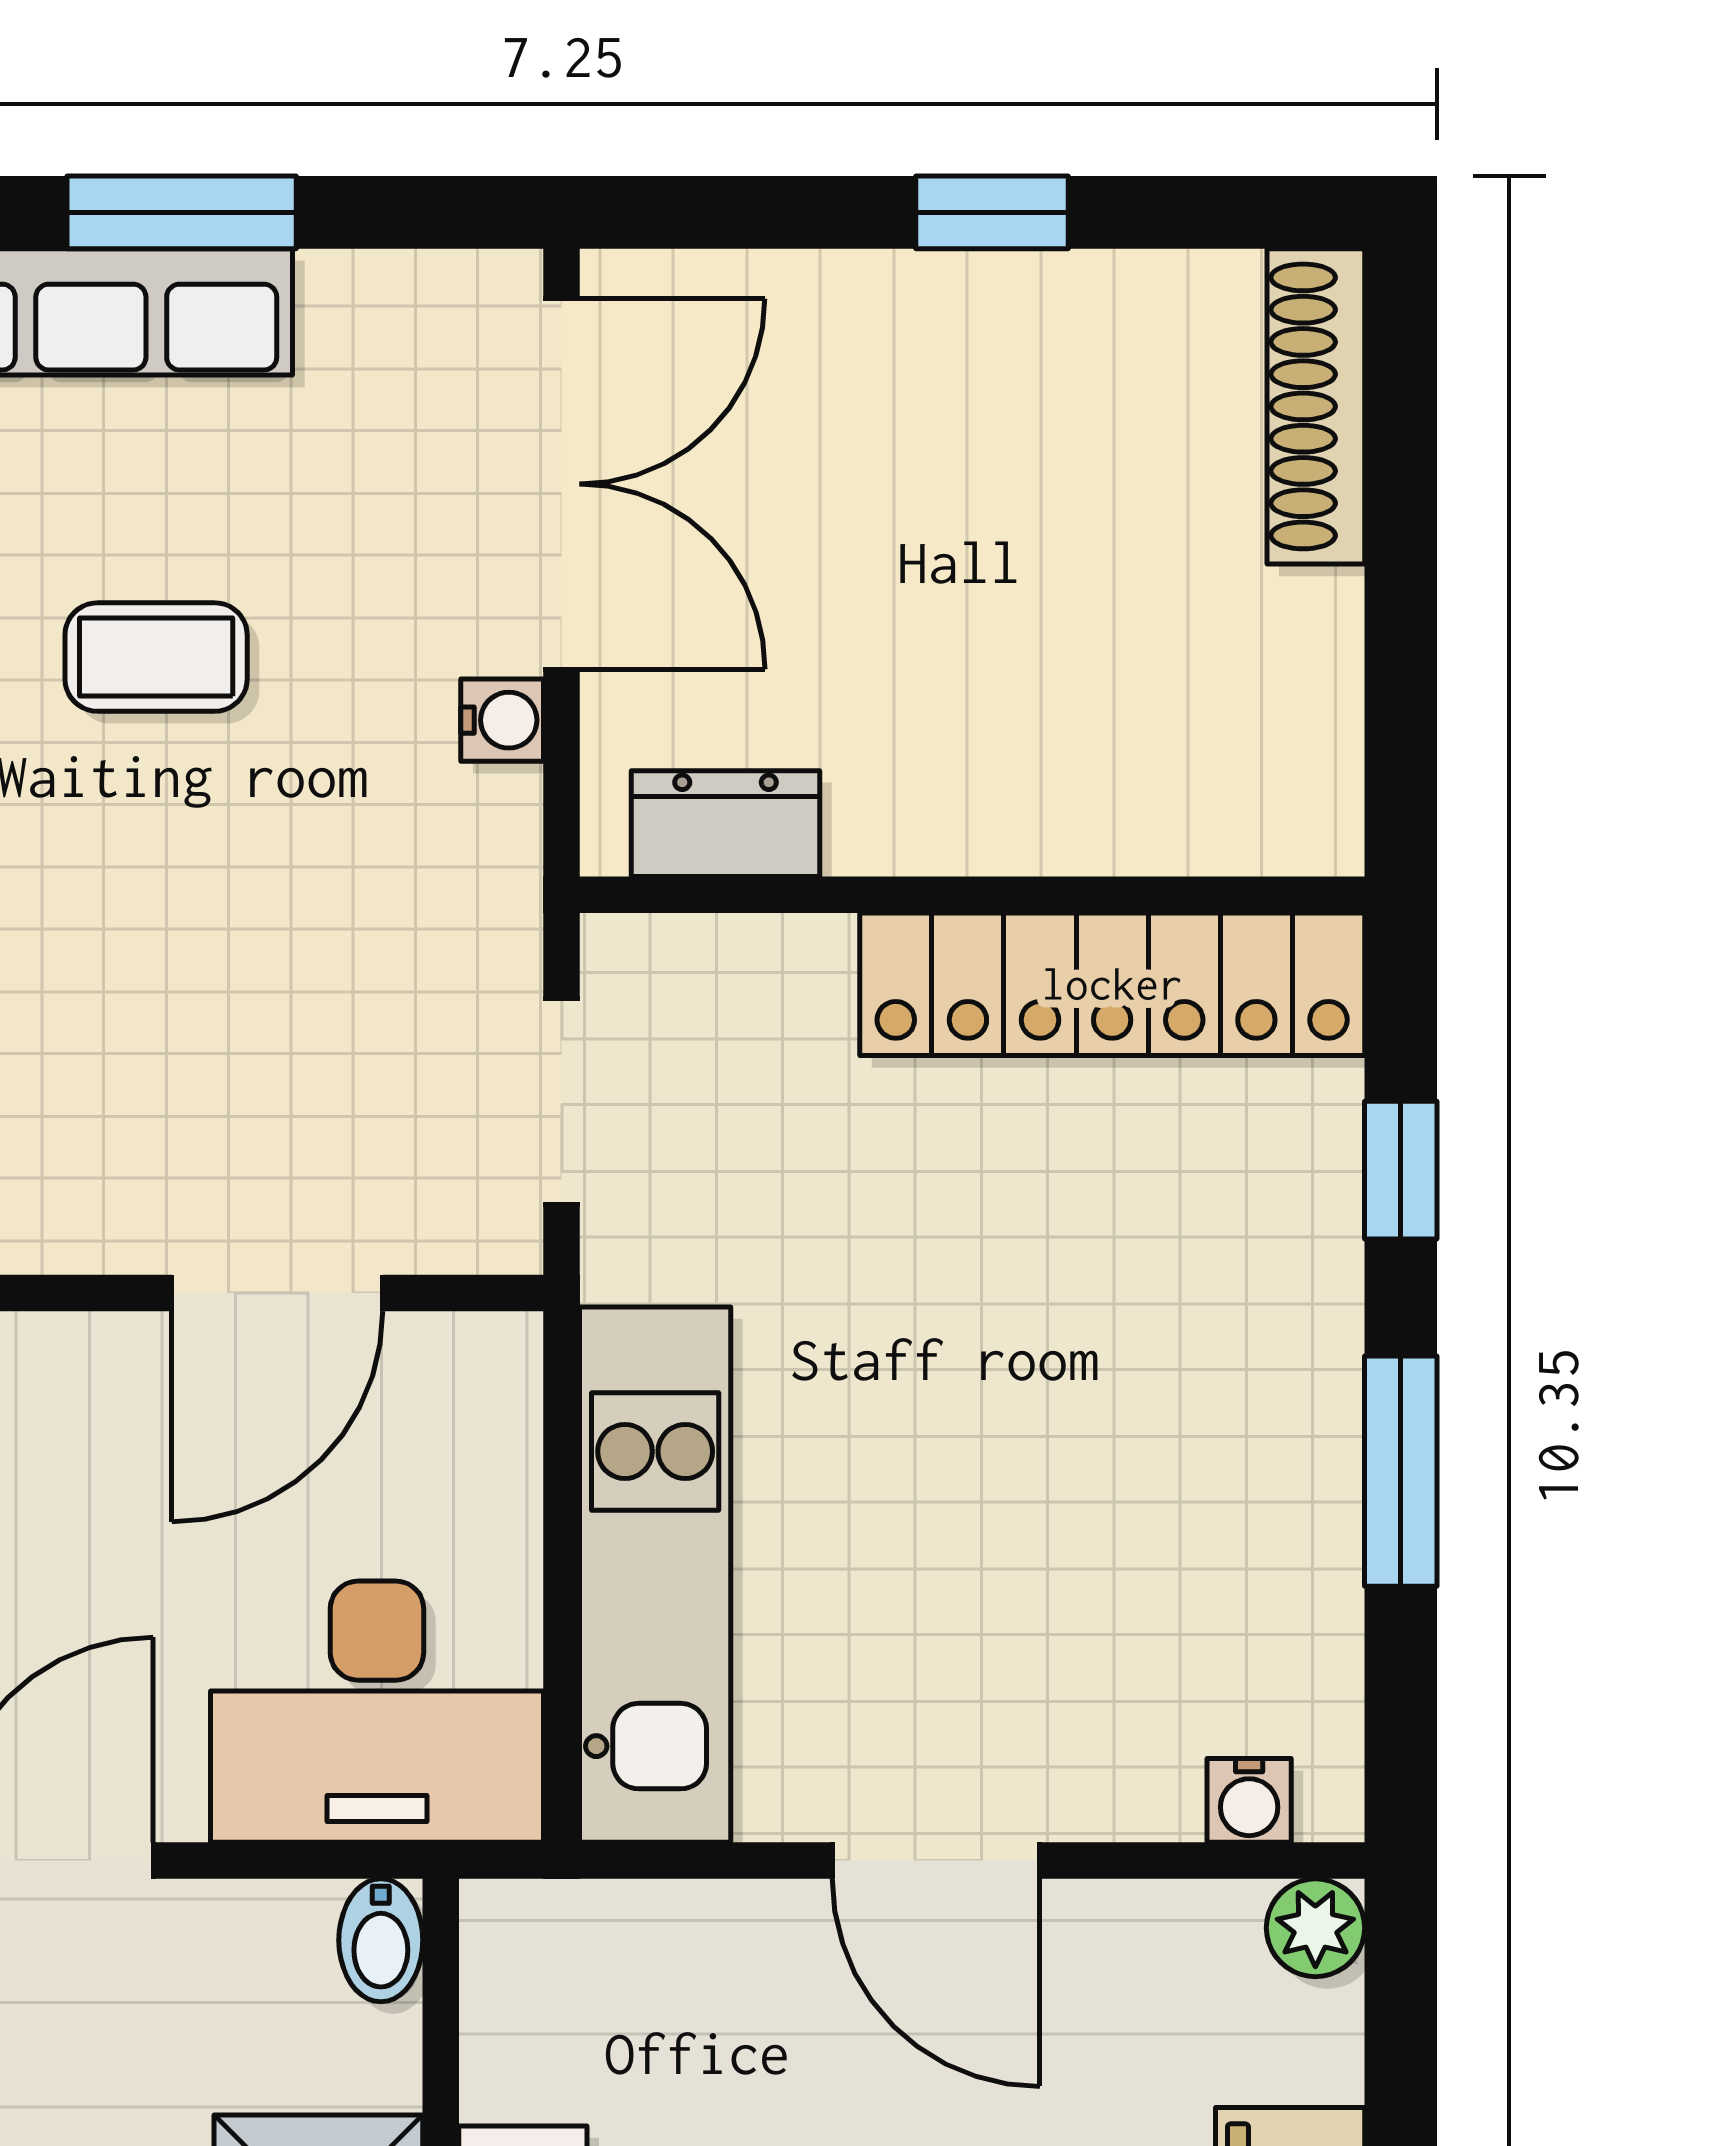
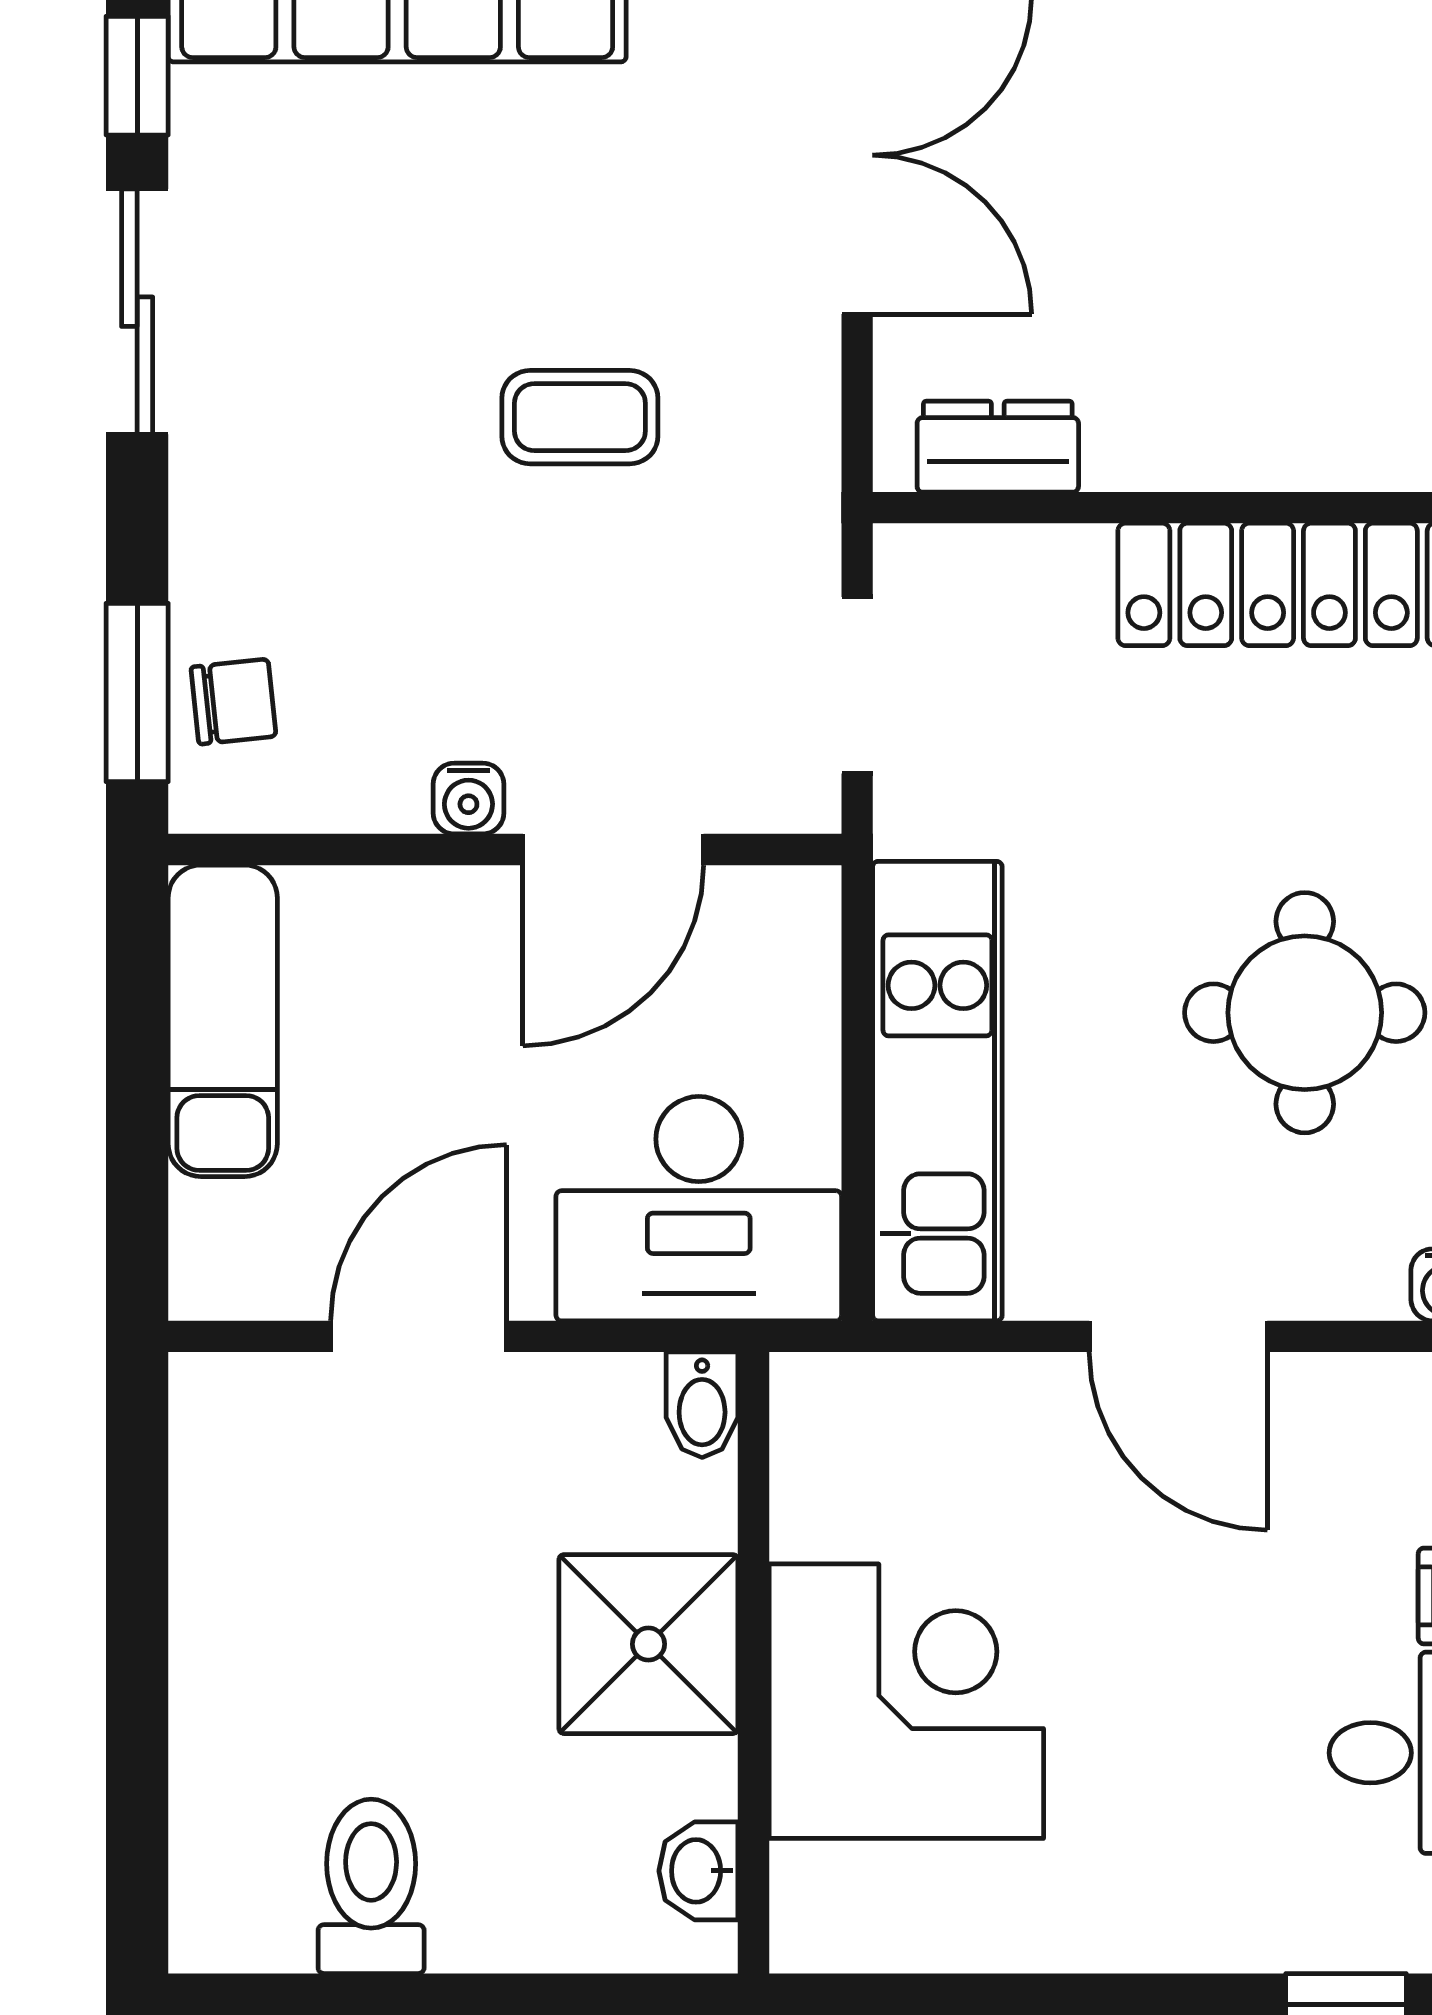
coffee table: (156, 657) -> (580, 417), moved
water cooler: (502, 720) -> (468, 799), moved, turned 90
round table: (1083, 1483) -> (1305, 1013), added

